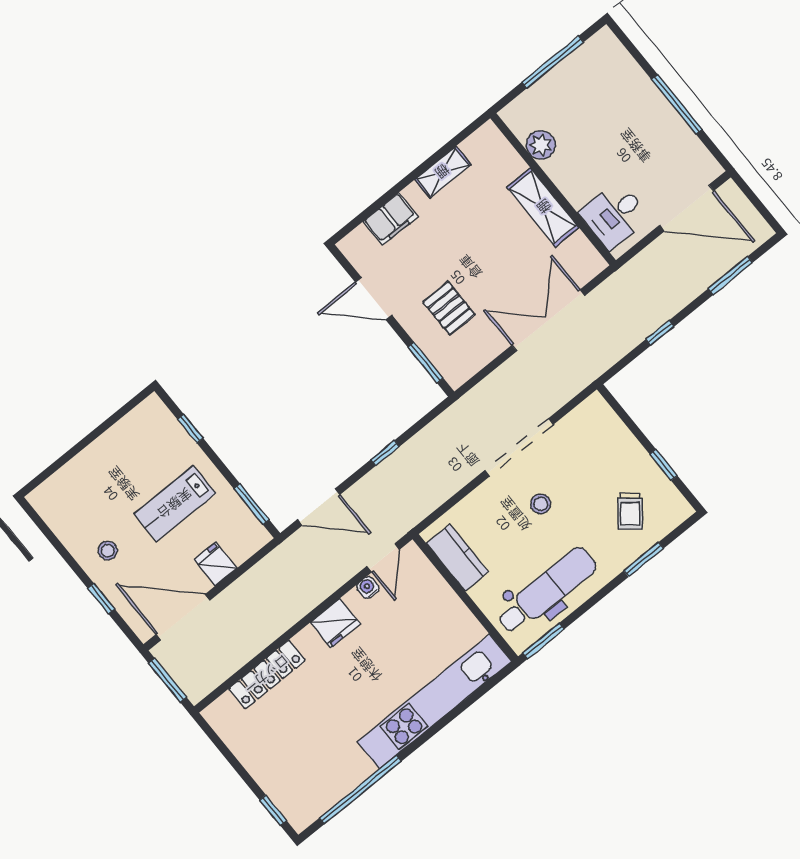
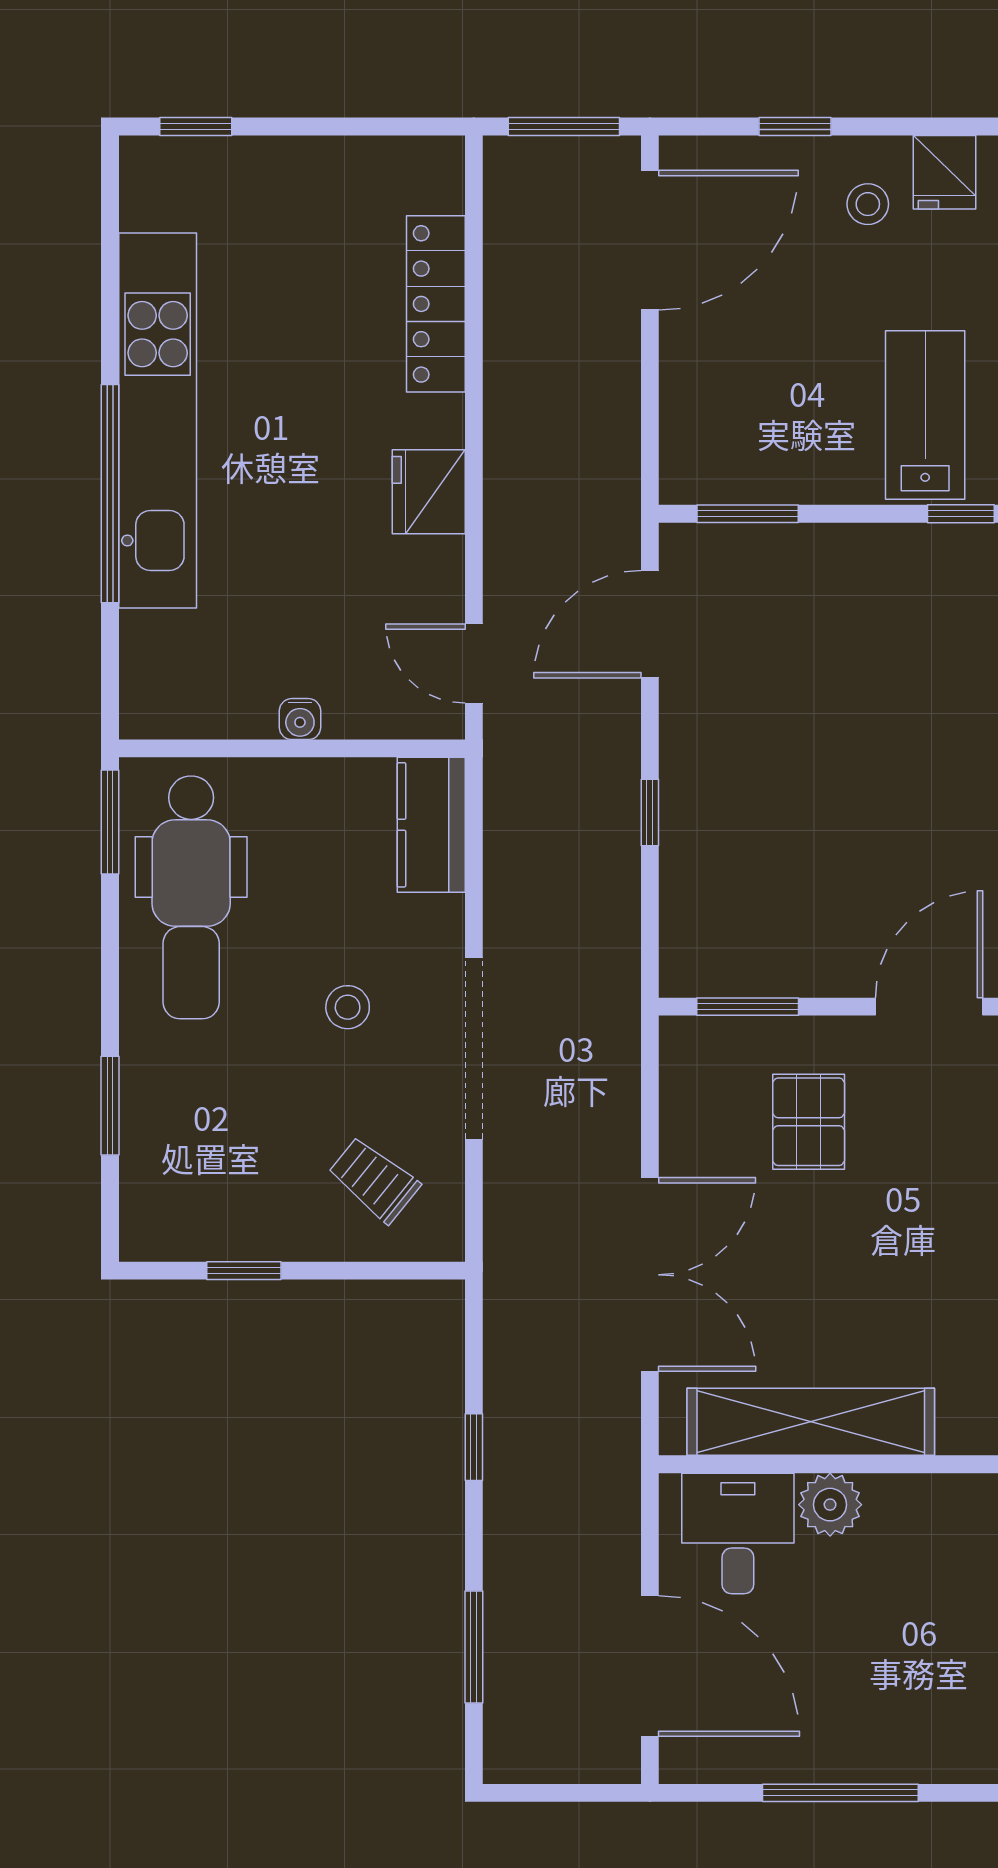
plant: (541, 145) -> (830, 1505), moved
shelving: (543, 207) -> (811, 1422), width x1.47
door: (687, 208) -> (650, 1666), swing flipped
pallet: (449, 308) -> (809, 1122), turned 90
lab bench: (175, 504) -> (925, 415), moved
trolley: (630, 511) -> (374, 1180), moved
kitchen counter: (458, 558) -> (431, 825), moved, turned 90
fridge: (216, 564) -> (945, 172), moved, turned 90
water cooler: (368, 587) -> (300, 719), moved, turned 90
kitchen unit: (434, 702) -> (158, 420), moved
window: (360, 790) -> (110, 494), moved

